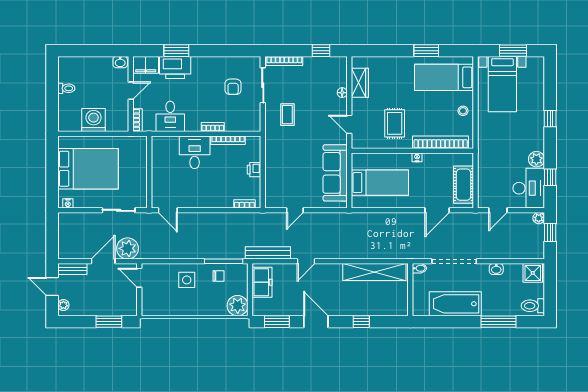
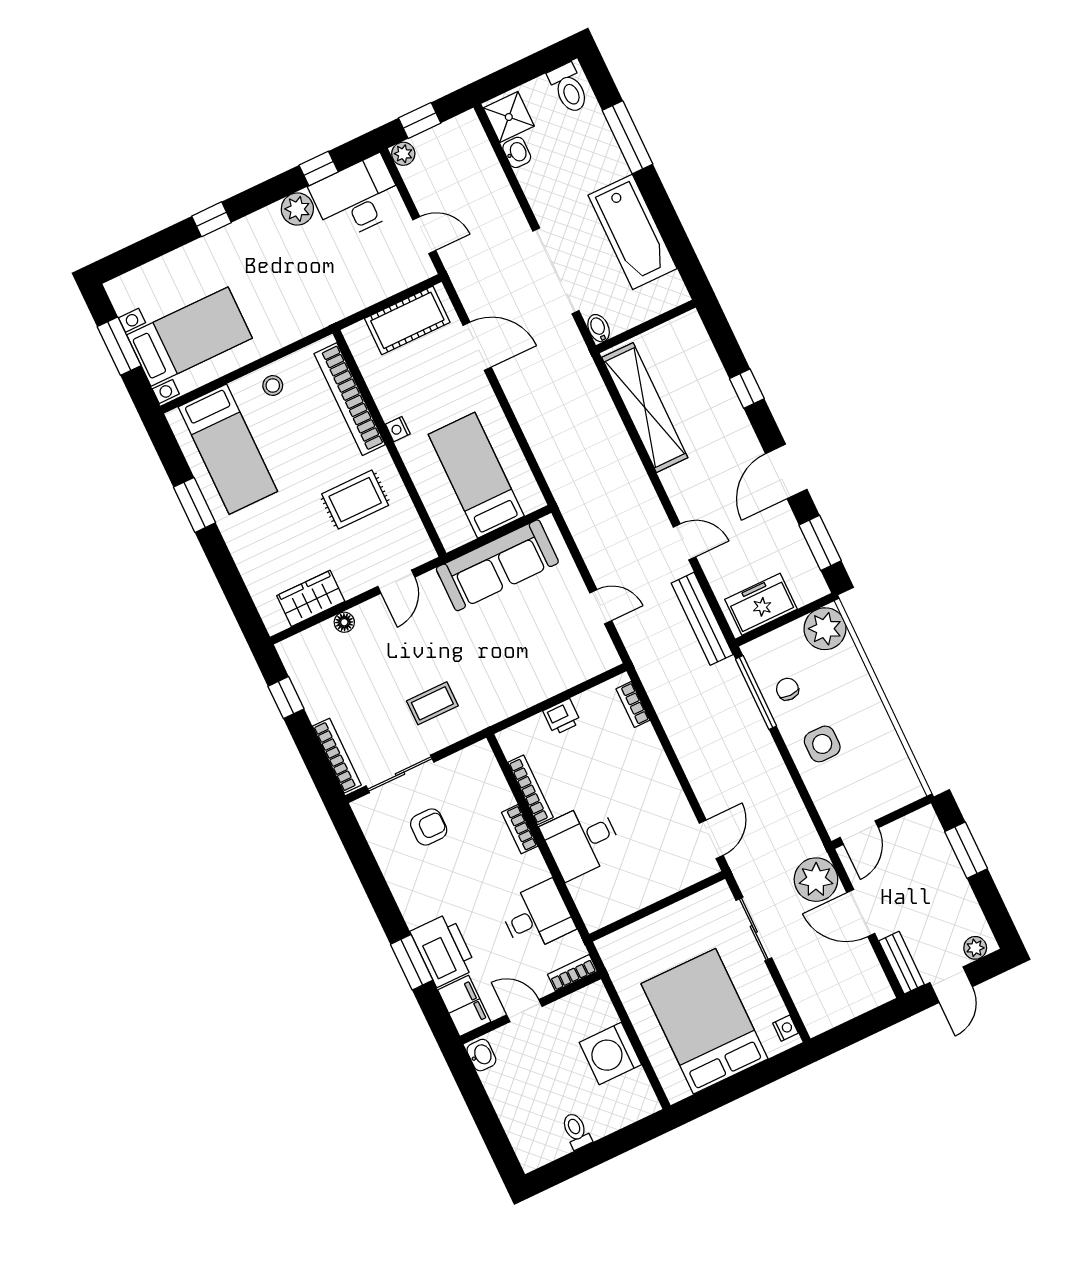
washbasin: (496, 269) -> (517, 152), moved

